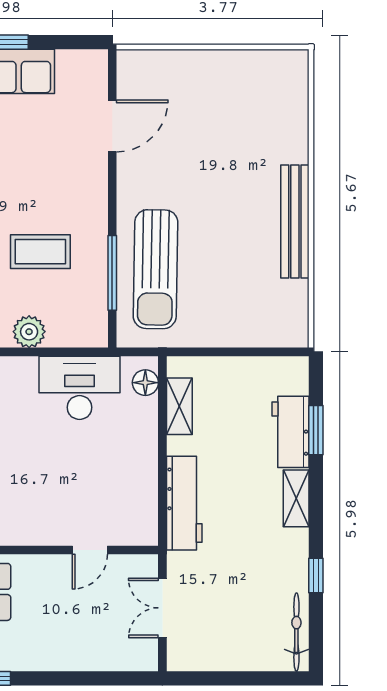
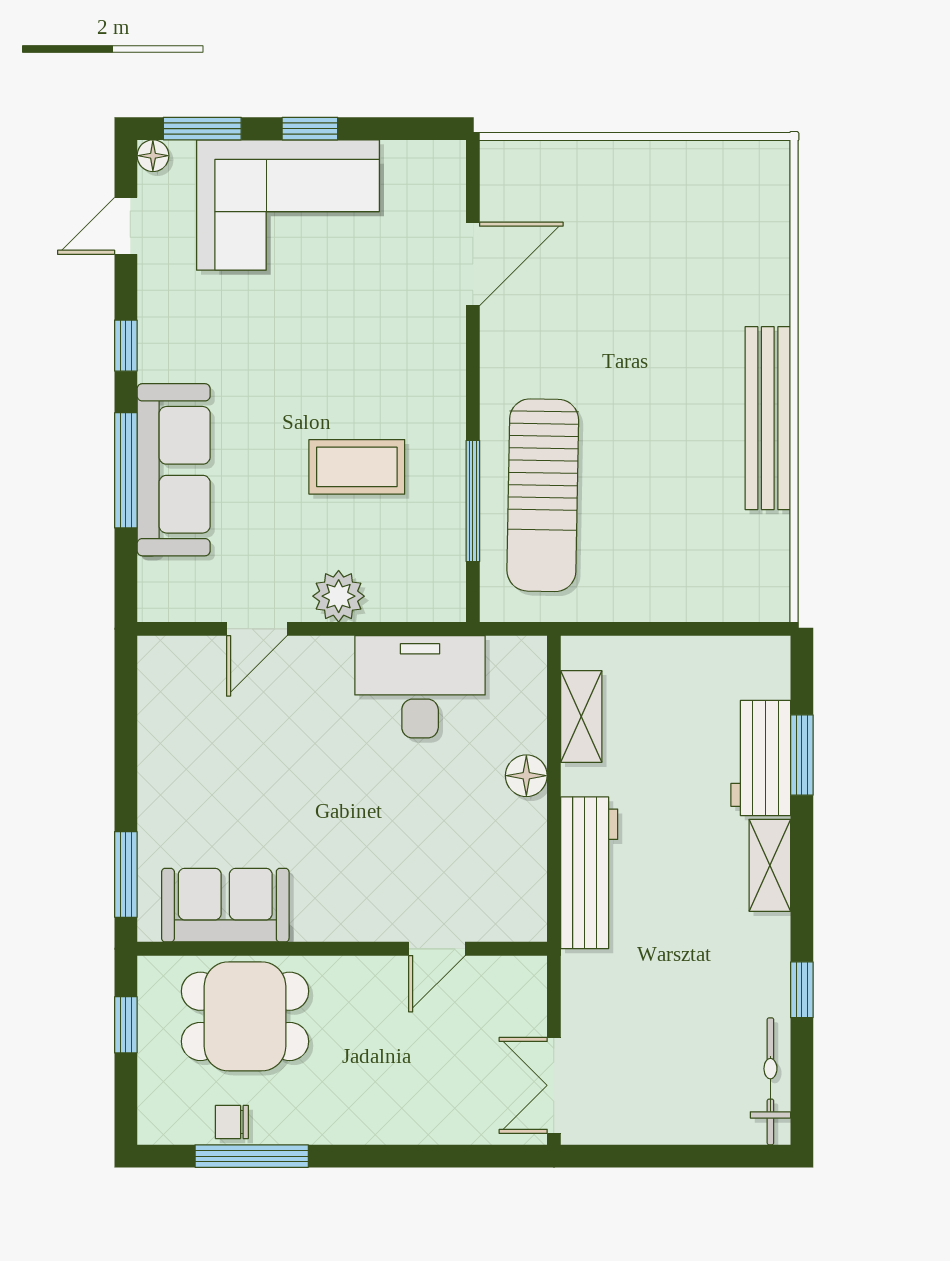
floor lamp: (145, 383) -> (526, 776), moved
double door: (162, 608) -> (554, 1085), moved

